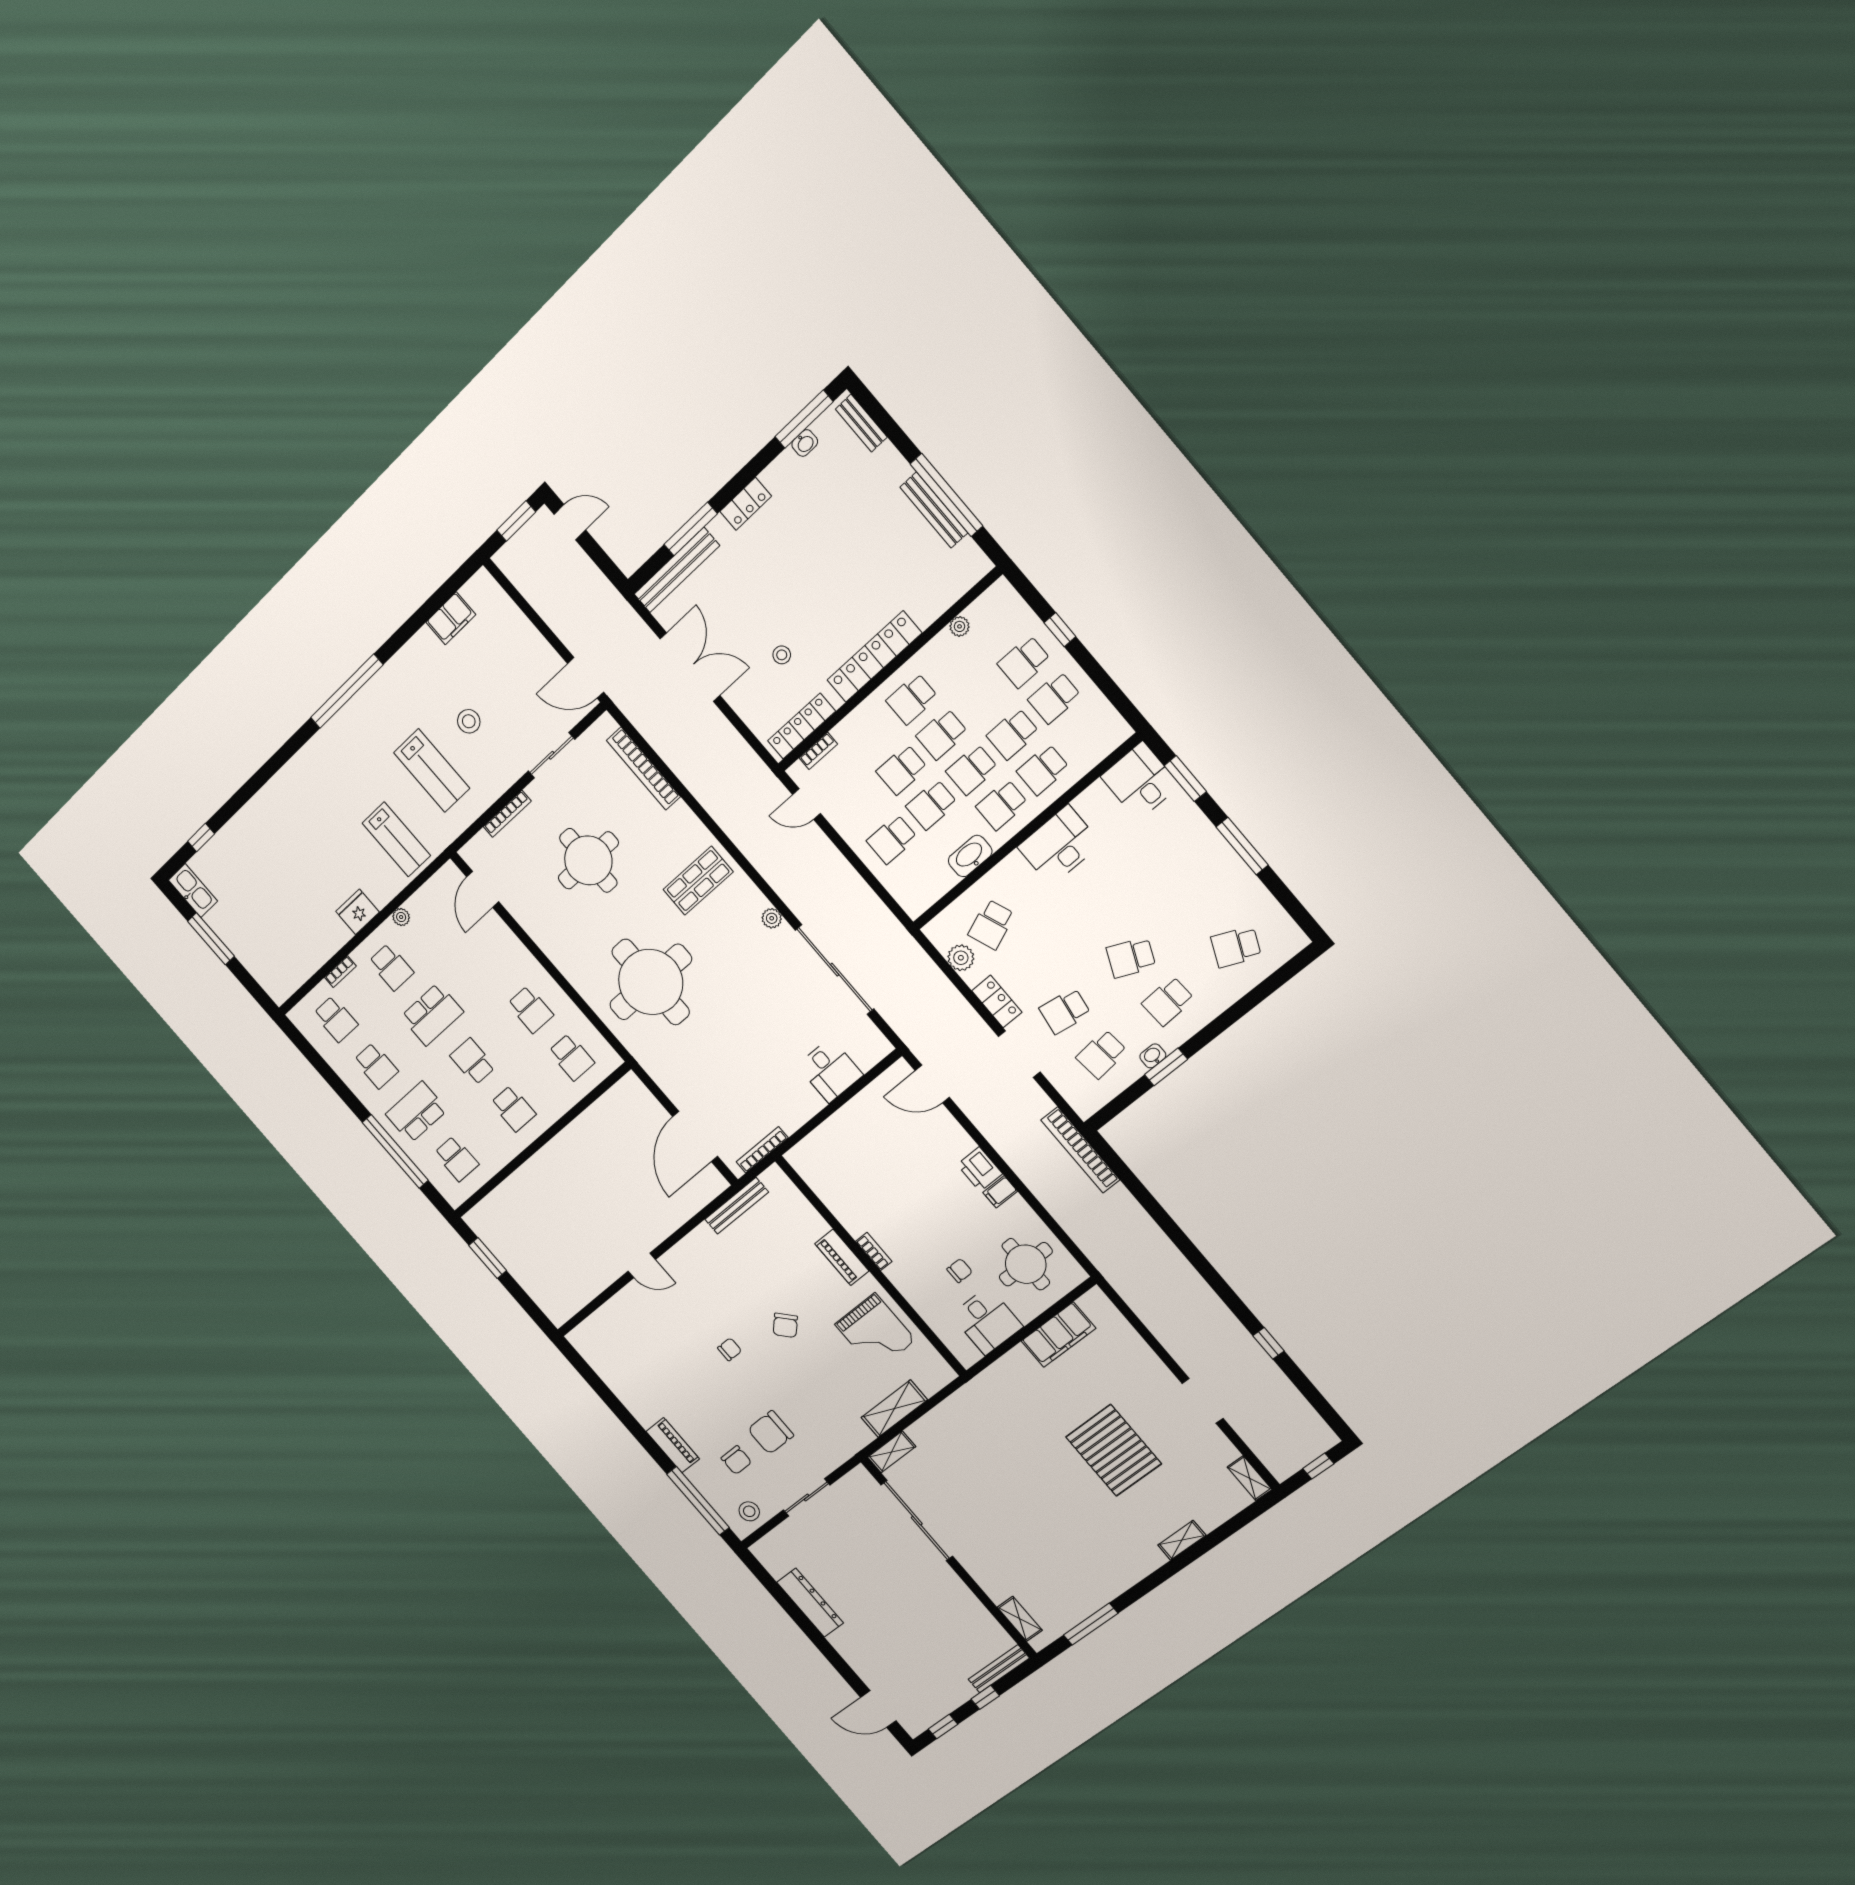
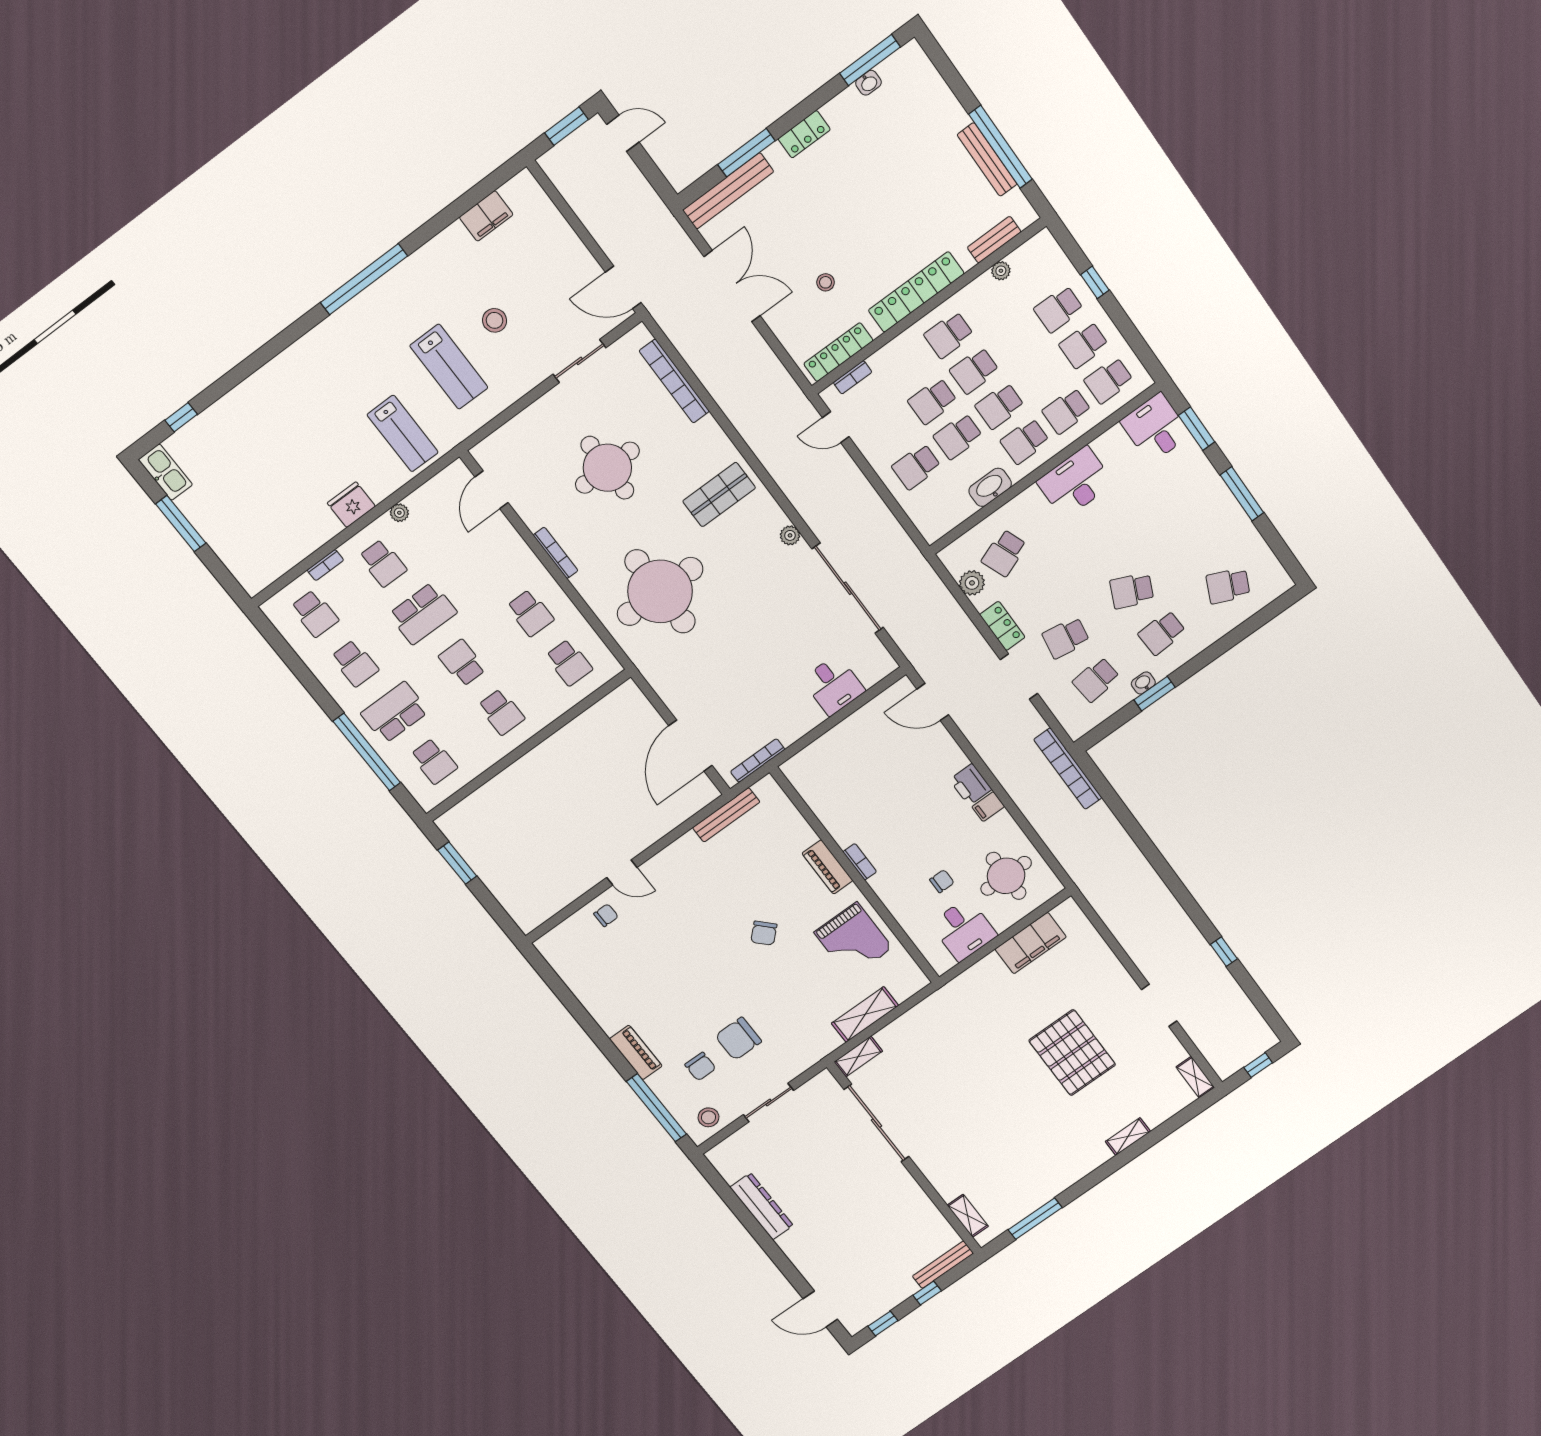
bench: (861, 423) -> (994, 240), moved, turned 90
school desk: (1013, 734) -> (1109, 380), moved
bookcase: (507, 814) -> (556, 553), moved, turned -90
chair: (730, 1349) -> (606, 915), moved

